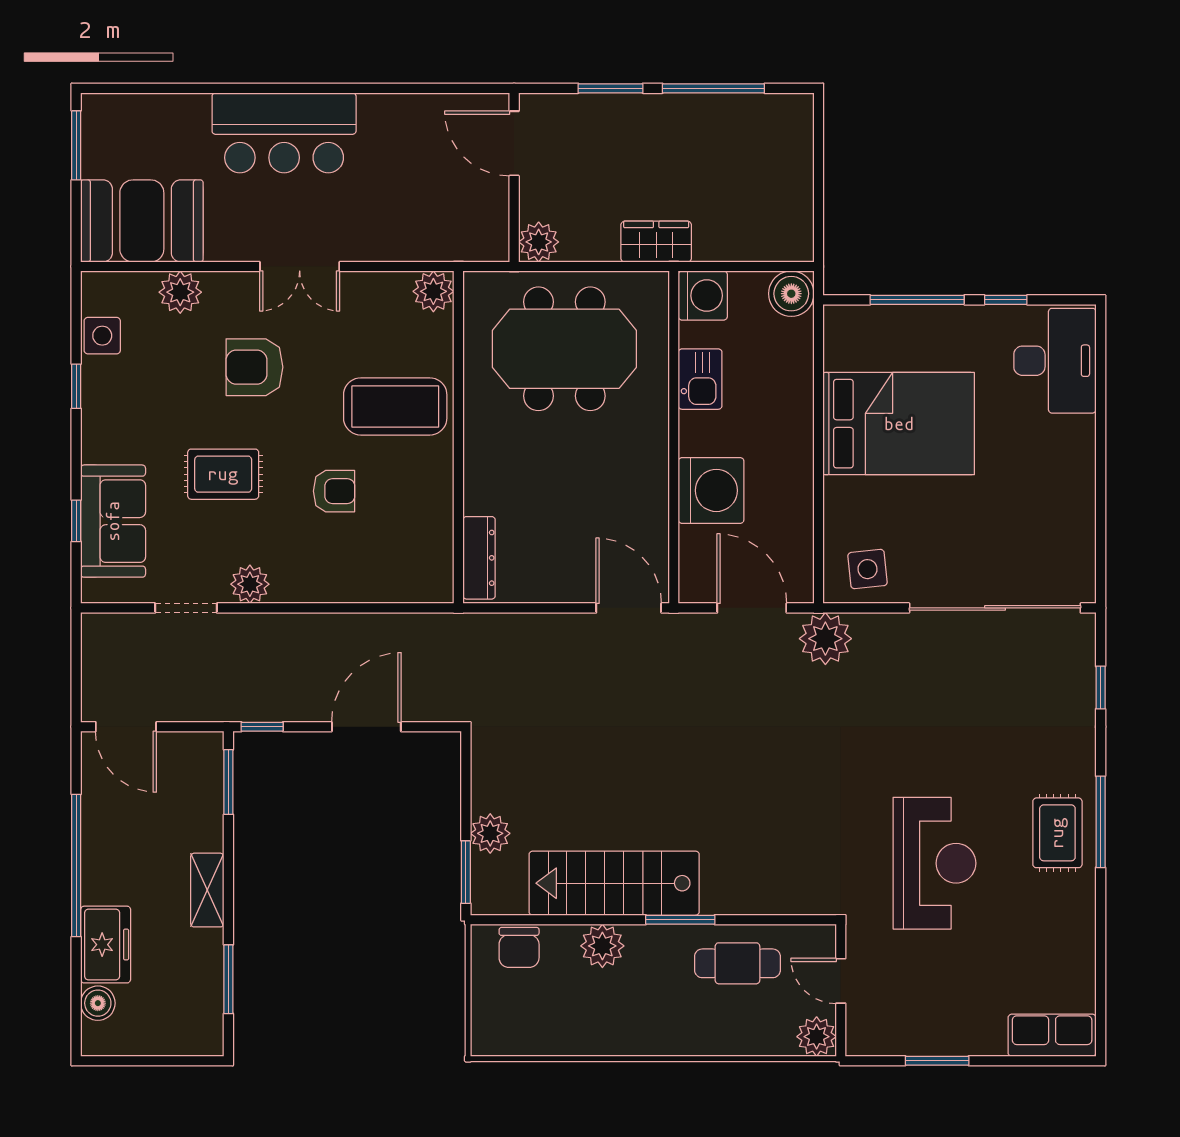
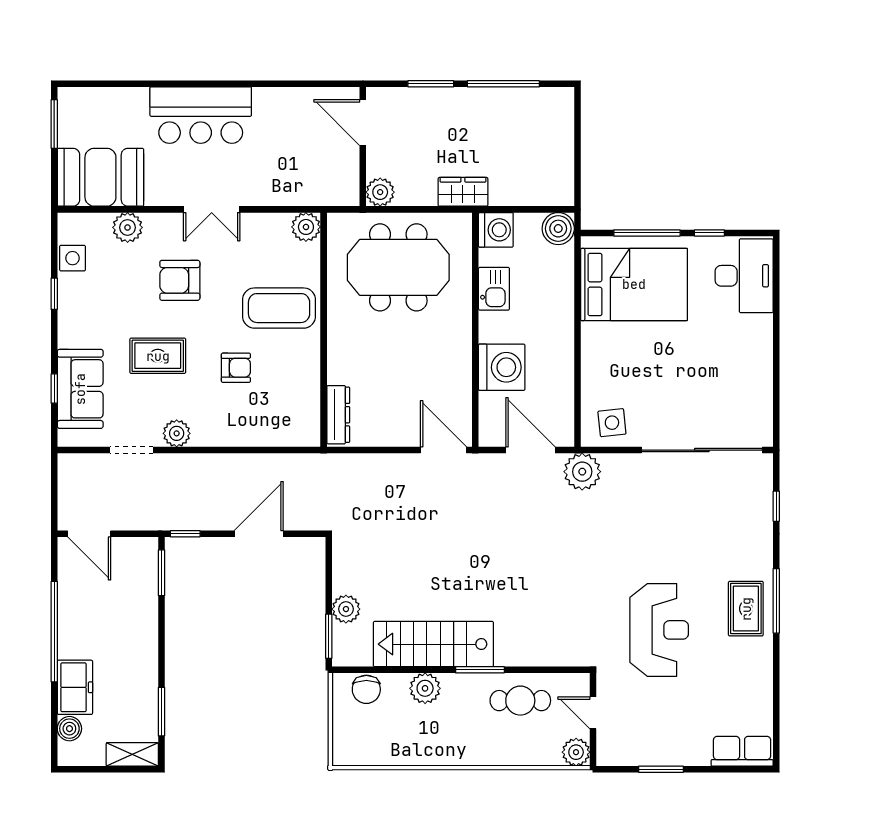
bed: (899, 424) -> (634, 284), moved
shelving: (207, 890) -> (132, 754), moved, turned 90

